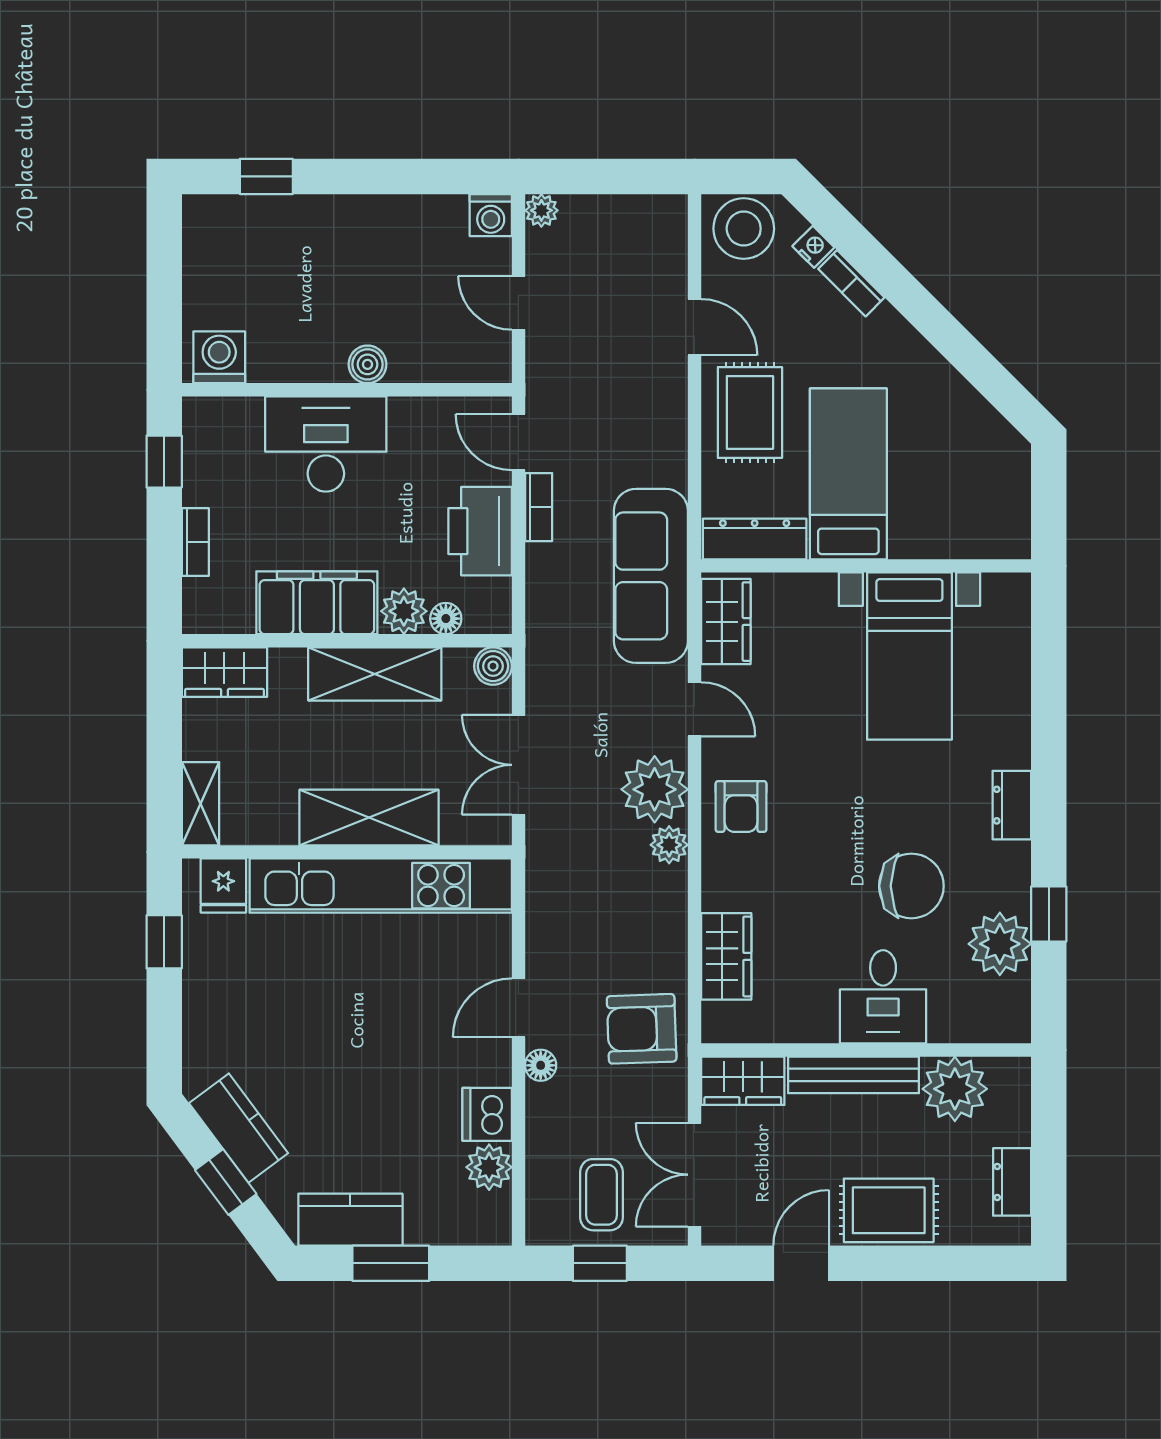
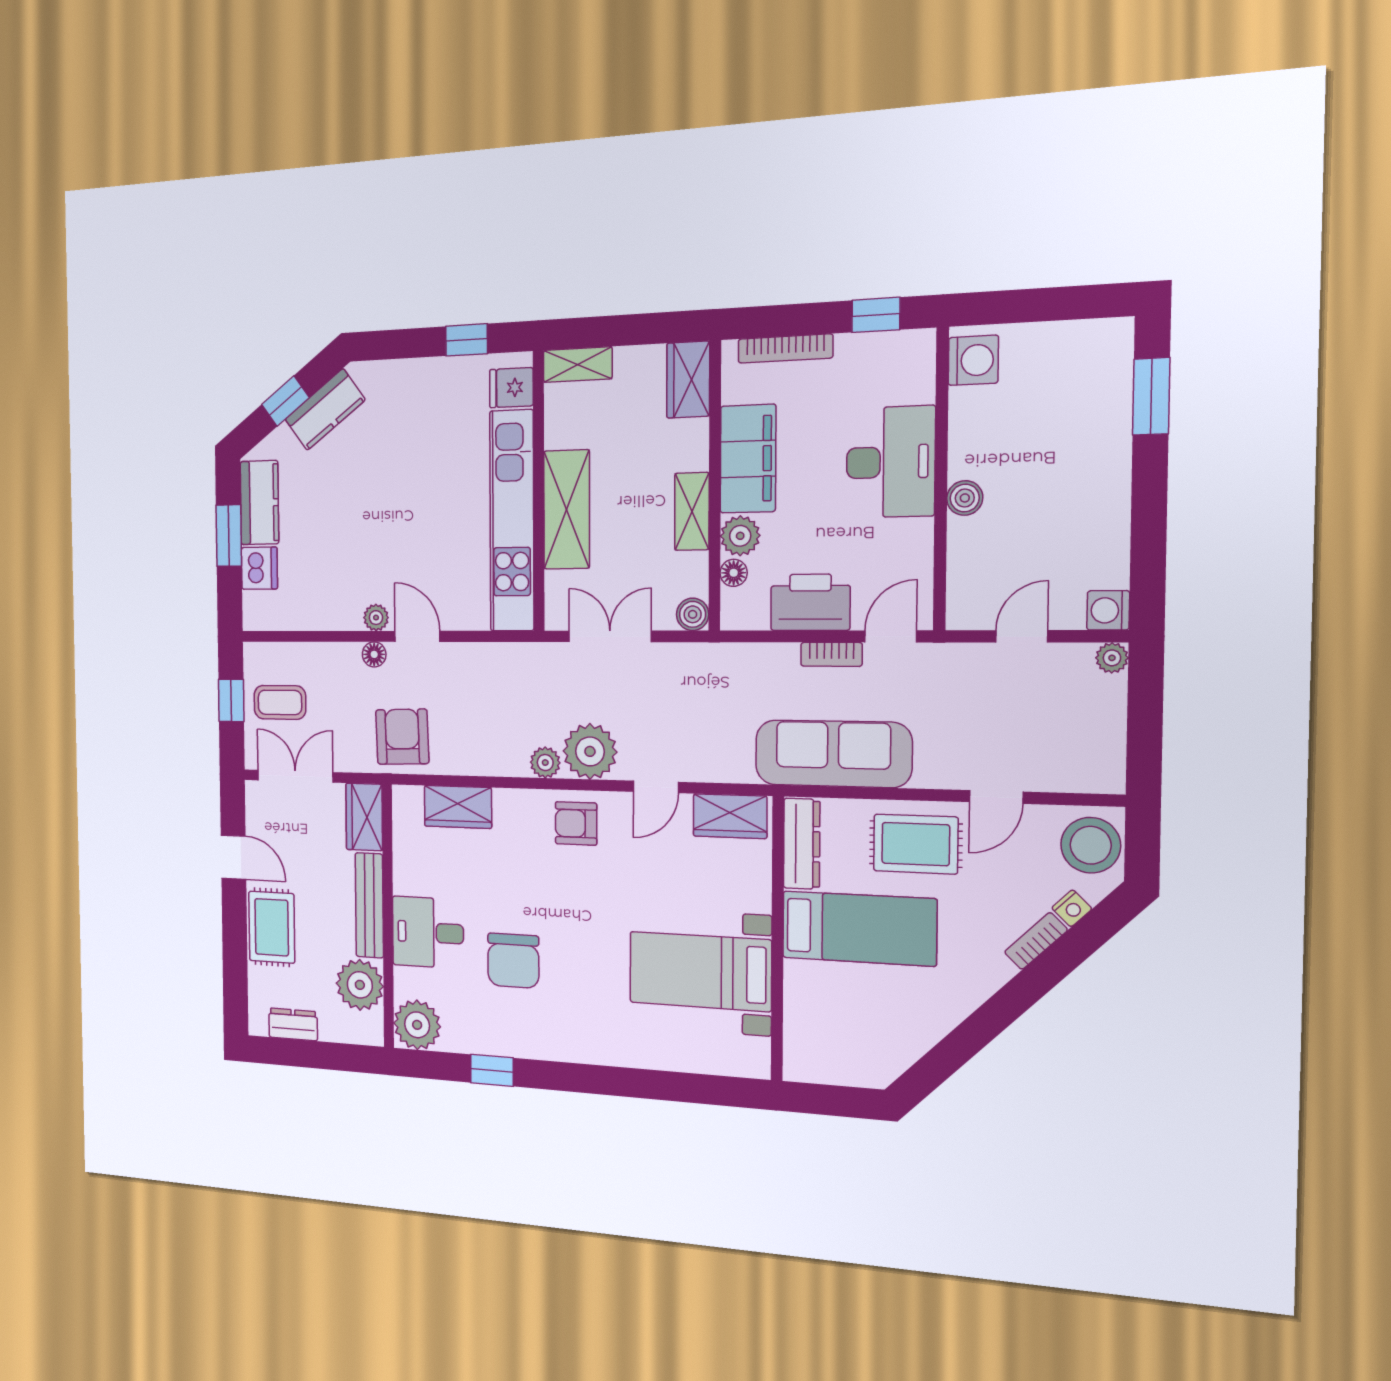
window: (266, 176) -> (1151, 396), width x1.50
bookcase: (195, 542) -> (785, 348), width x1.56
sofa: (651, 576) -> (833, 754), moved
shelving: (375, 674) -> (692, 511), width x0.67, depth x0.75
dresser: (1012, 805) -> (578, 1048), removed
plant: (1000, 944) -> (417, 1025), moved
dishwasher: (487, 1114) -> (259, 568), moved, turned 90
plant: (489, 1167) -> (376, 618), moved, width x0.73, depth x0.73

